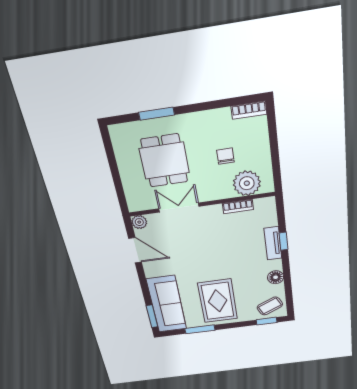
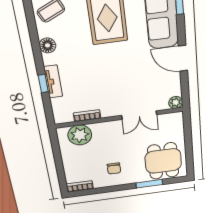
chair: (225, 156) -> (114, 168), moved
dining table: (164, 161) -> (163, 161), moved
door: (135, 250) -> (183, 58), moved

